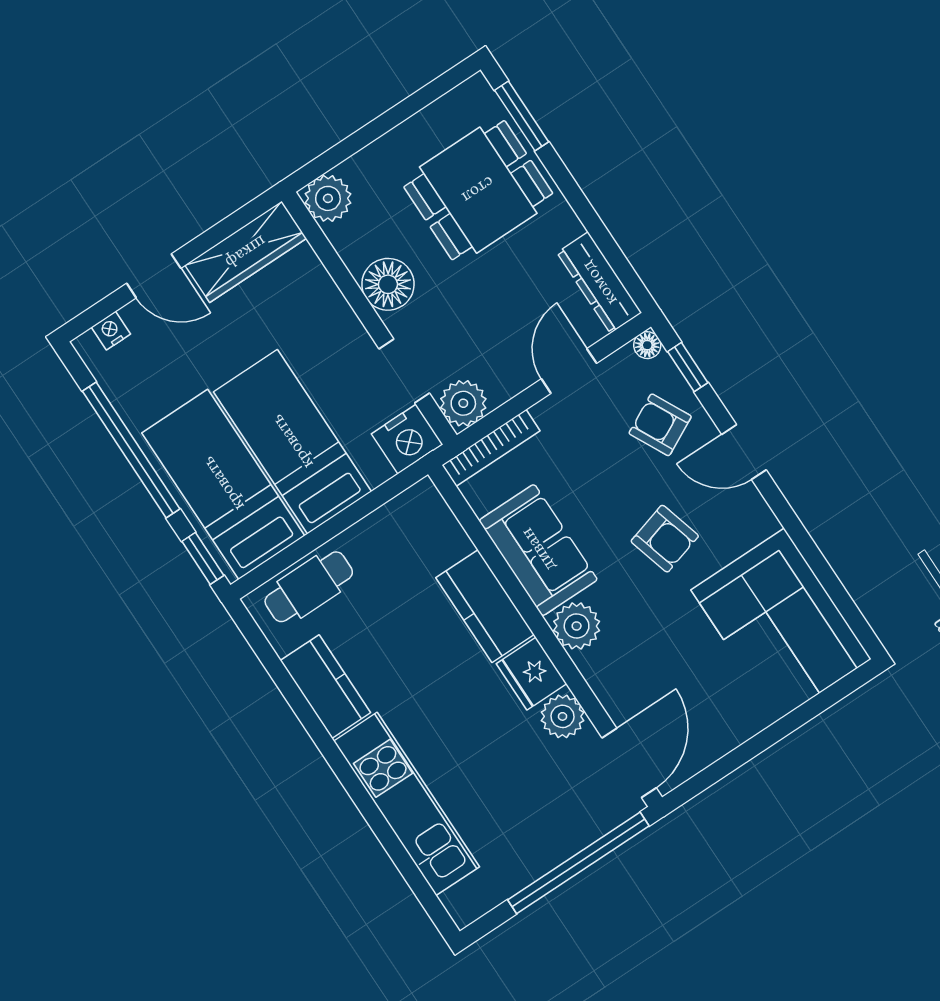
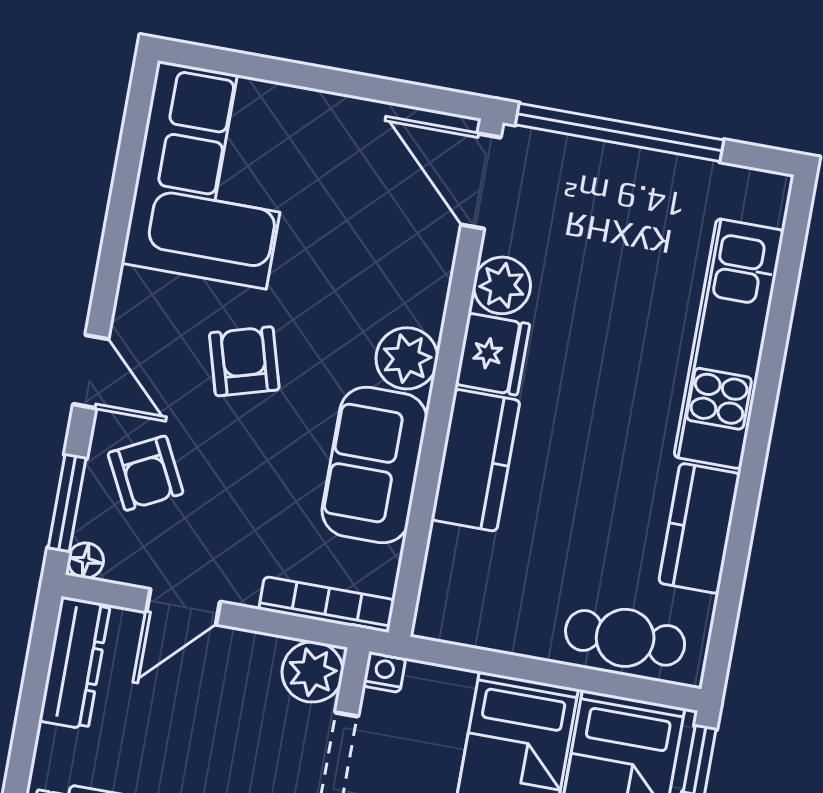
window: (688, 367) -> (67, 503), width x1.50
nightstand: (407, 439) -> (384, 672), width x0.53, depth x0.56
door: (629, 763) -> (481, 181), hinge flipped

